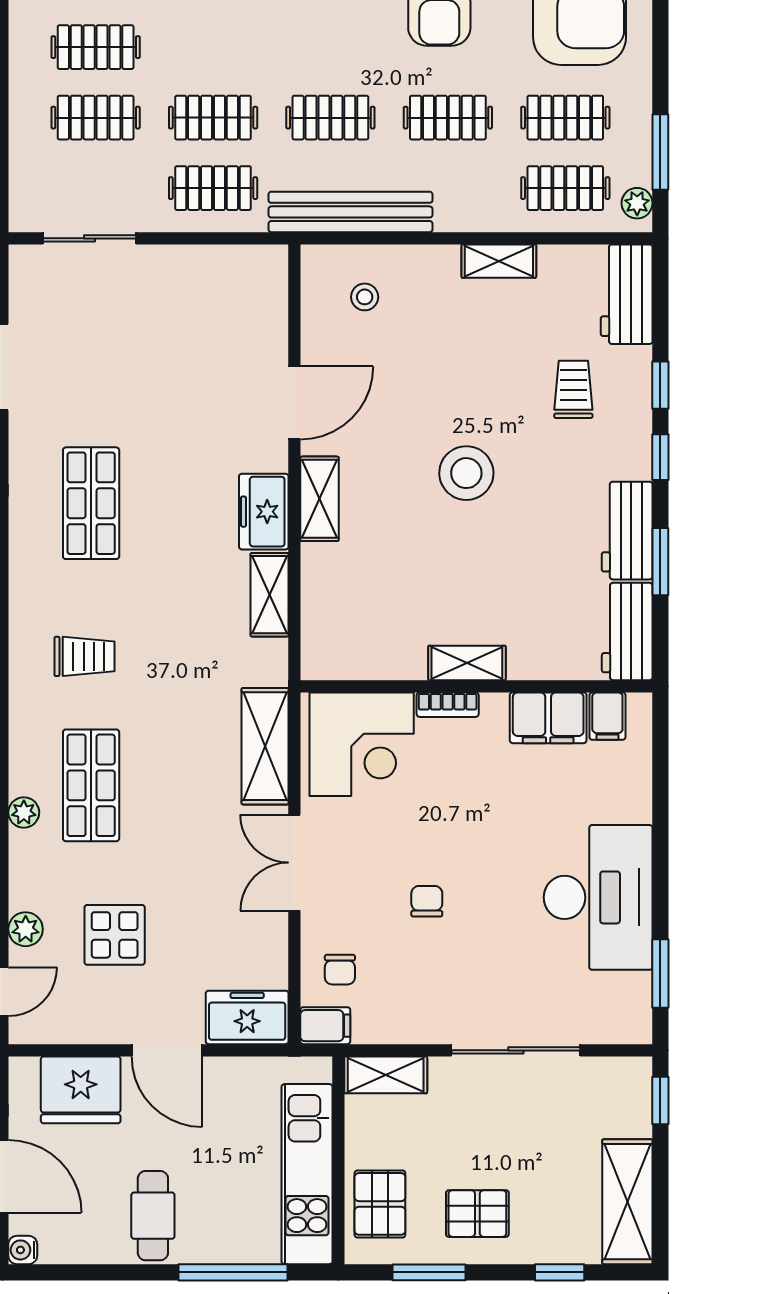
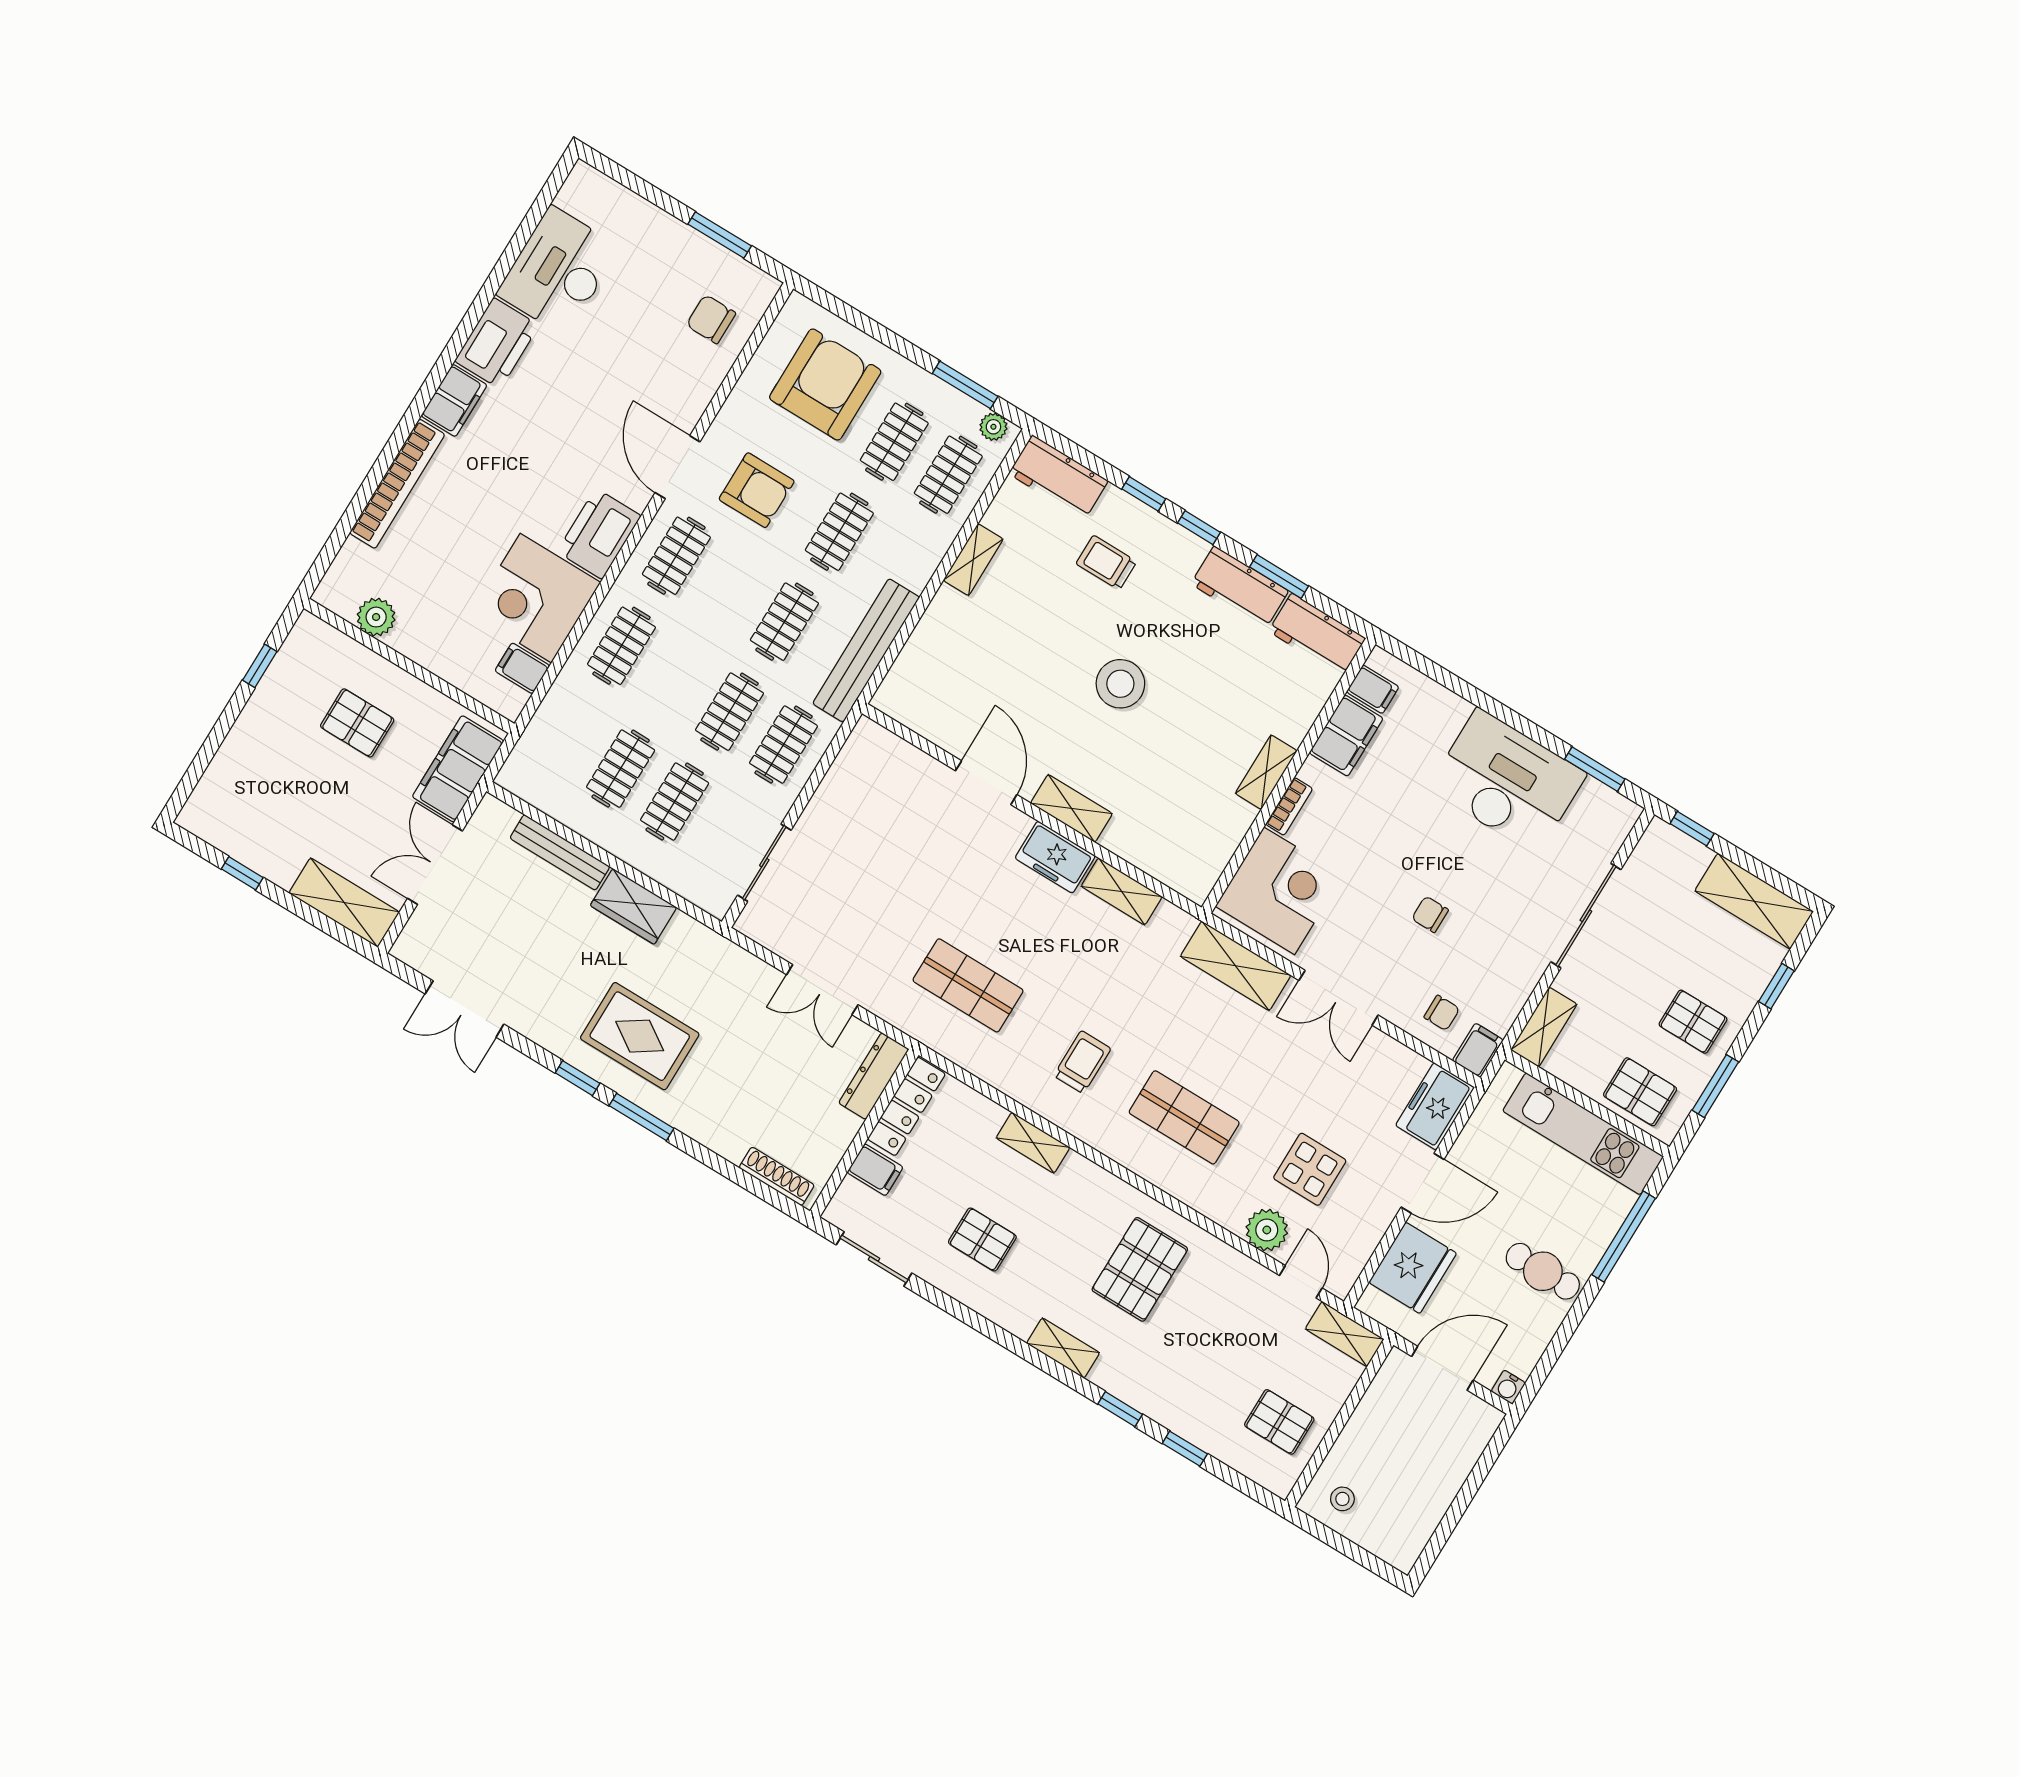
stool: (365, 297) -> (938, 679), removed
plant: (24, 812) -> (1173, 1182), removed
plant: (26, 929) -> (1267, 1230), width x1.38, depth x1.38
pallet: (477, 1214) -> (1693, 1022), turned 90

